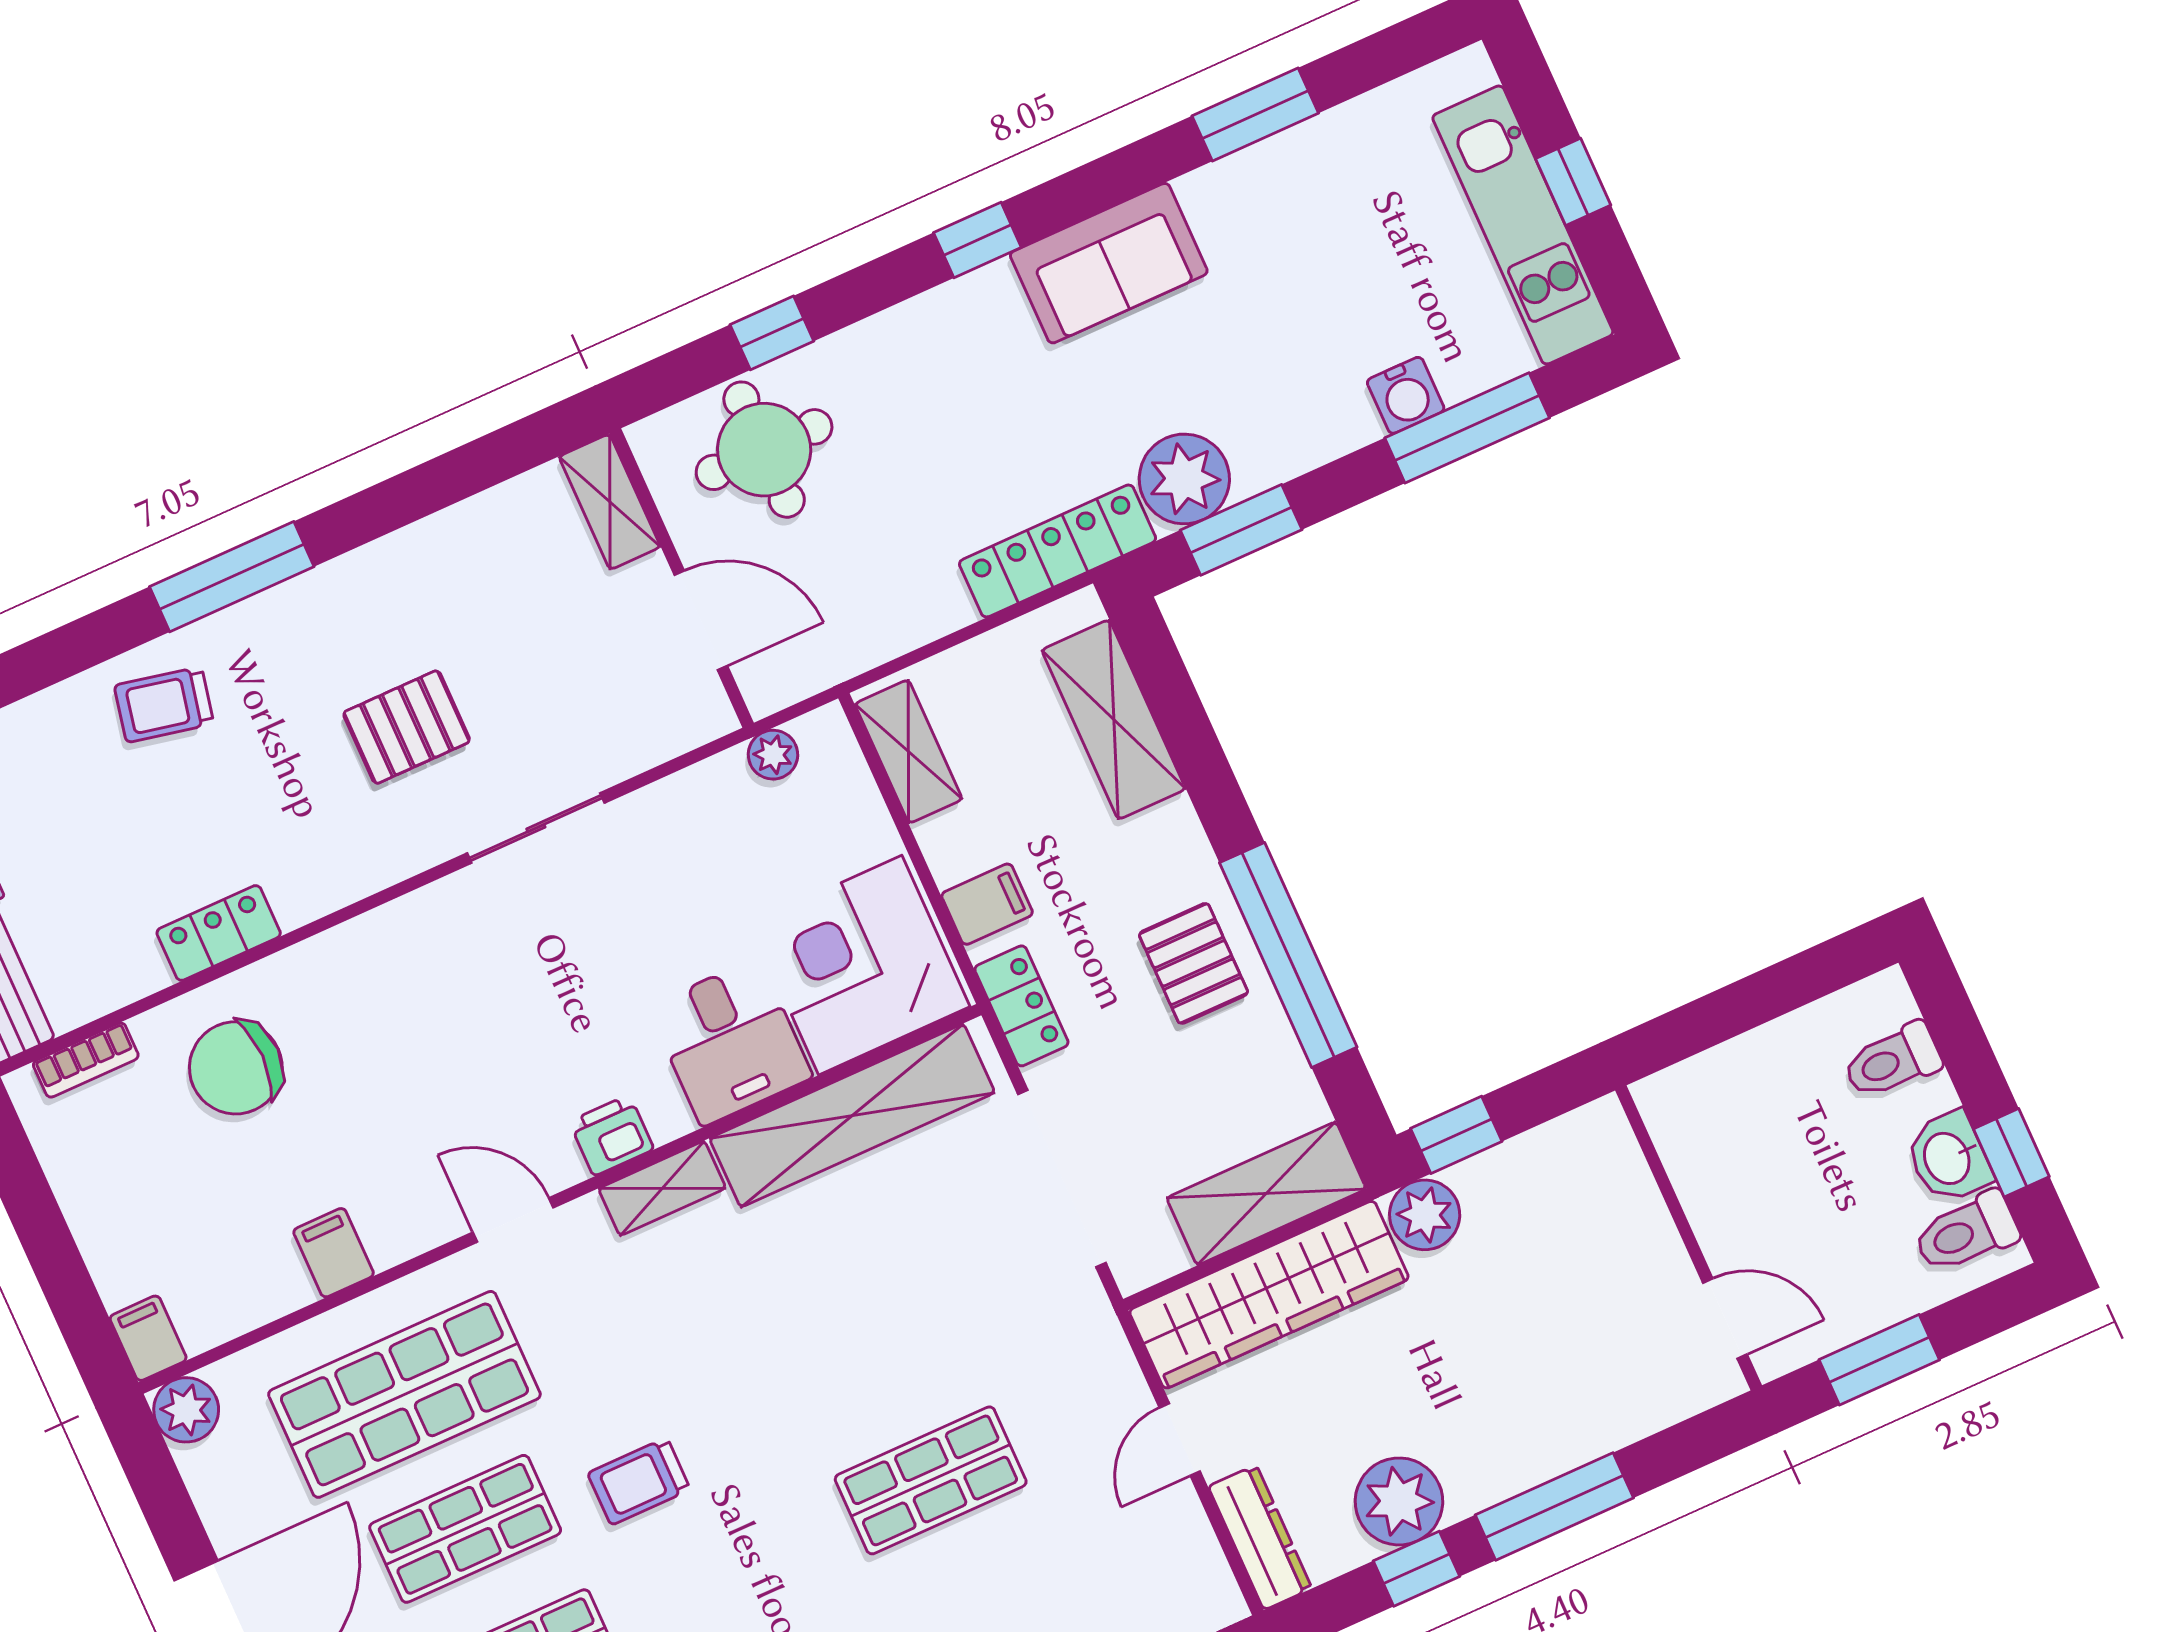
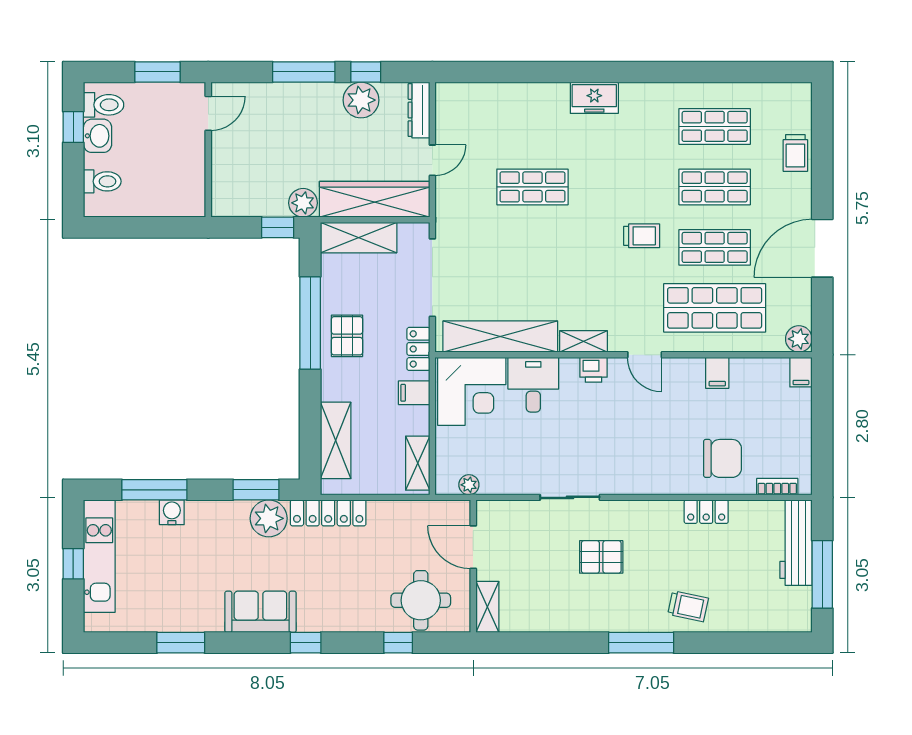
door: (1725, 1319) -> (208, 113), swing flipped

